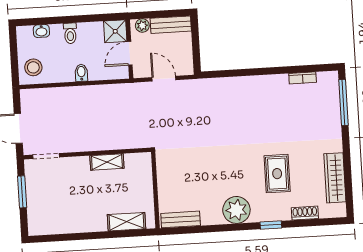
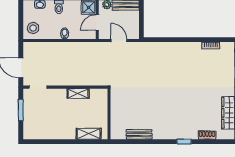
rug: (277, 174) -> (190, 108), removed
plant: (236, 210) -> (162, 130), removed
bench: (181, 219) -> (139, 134), moved

